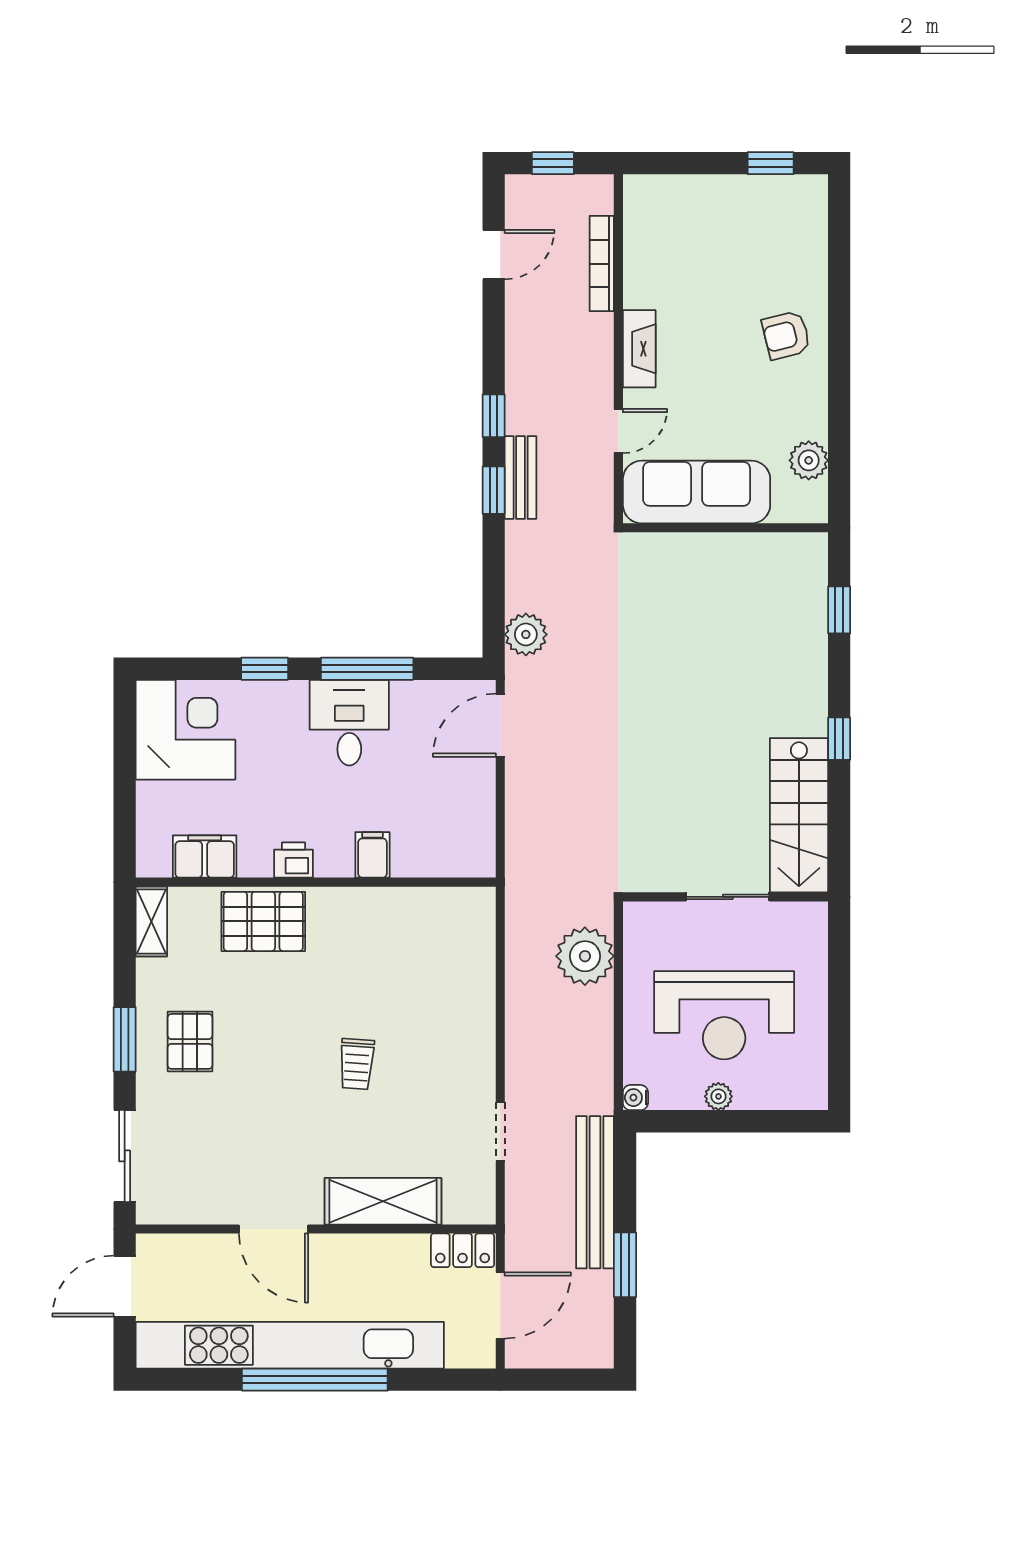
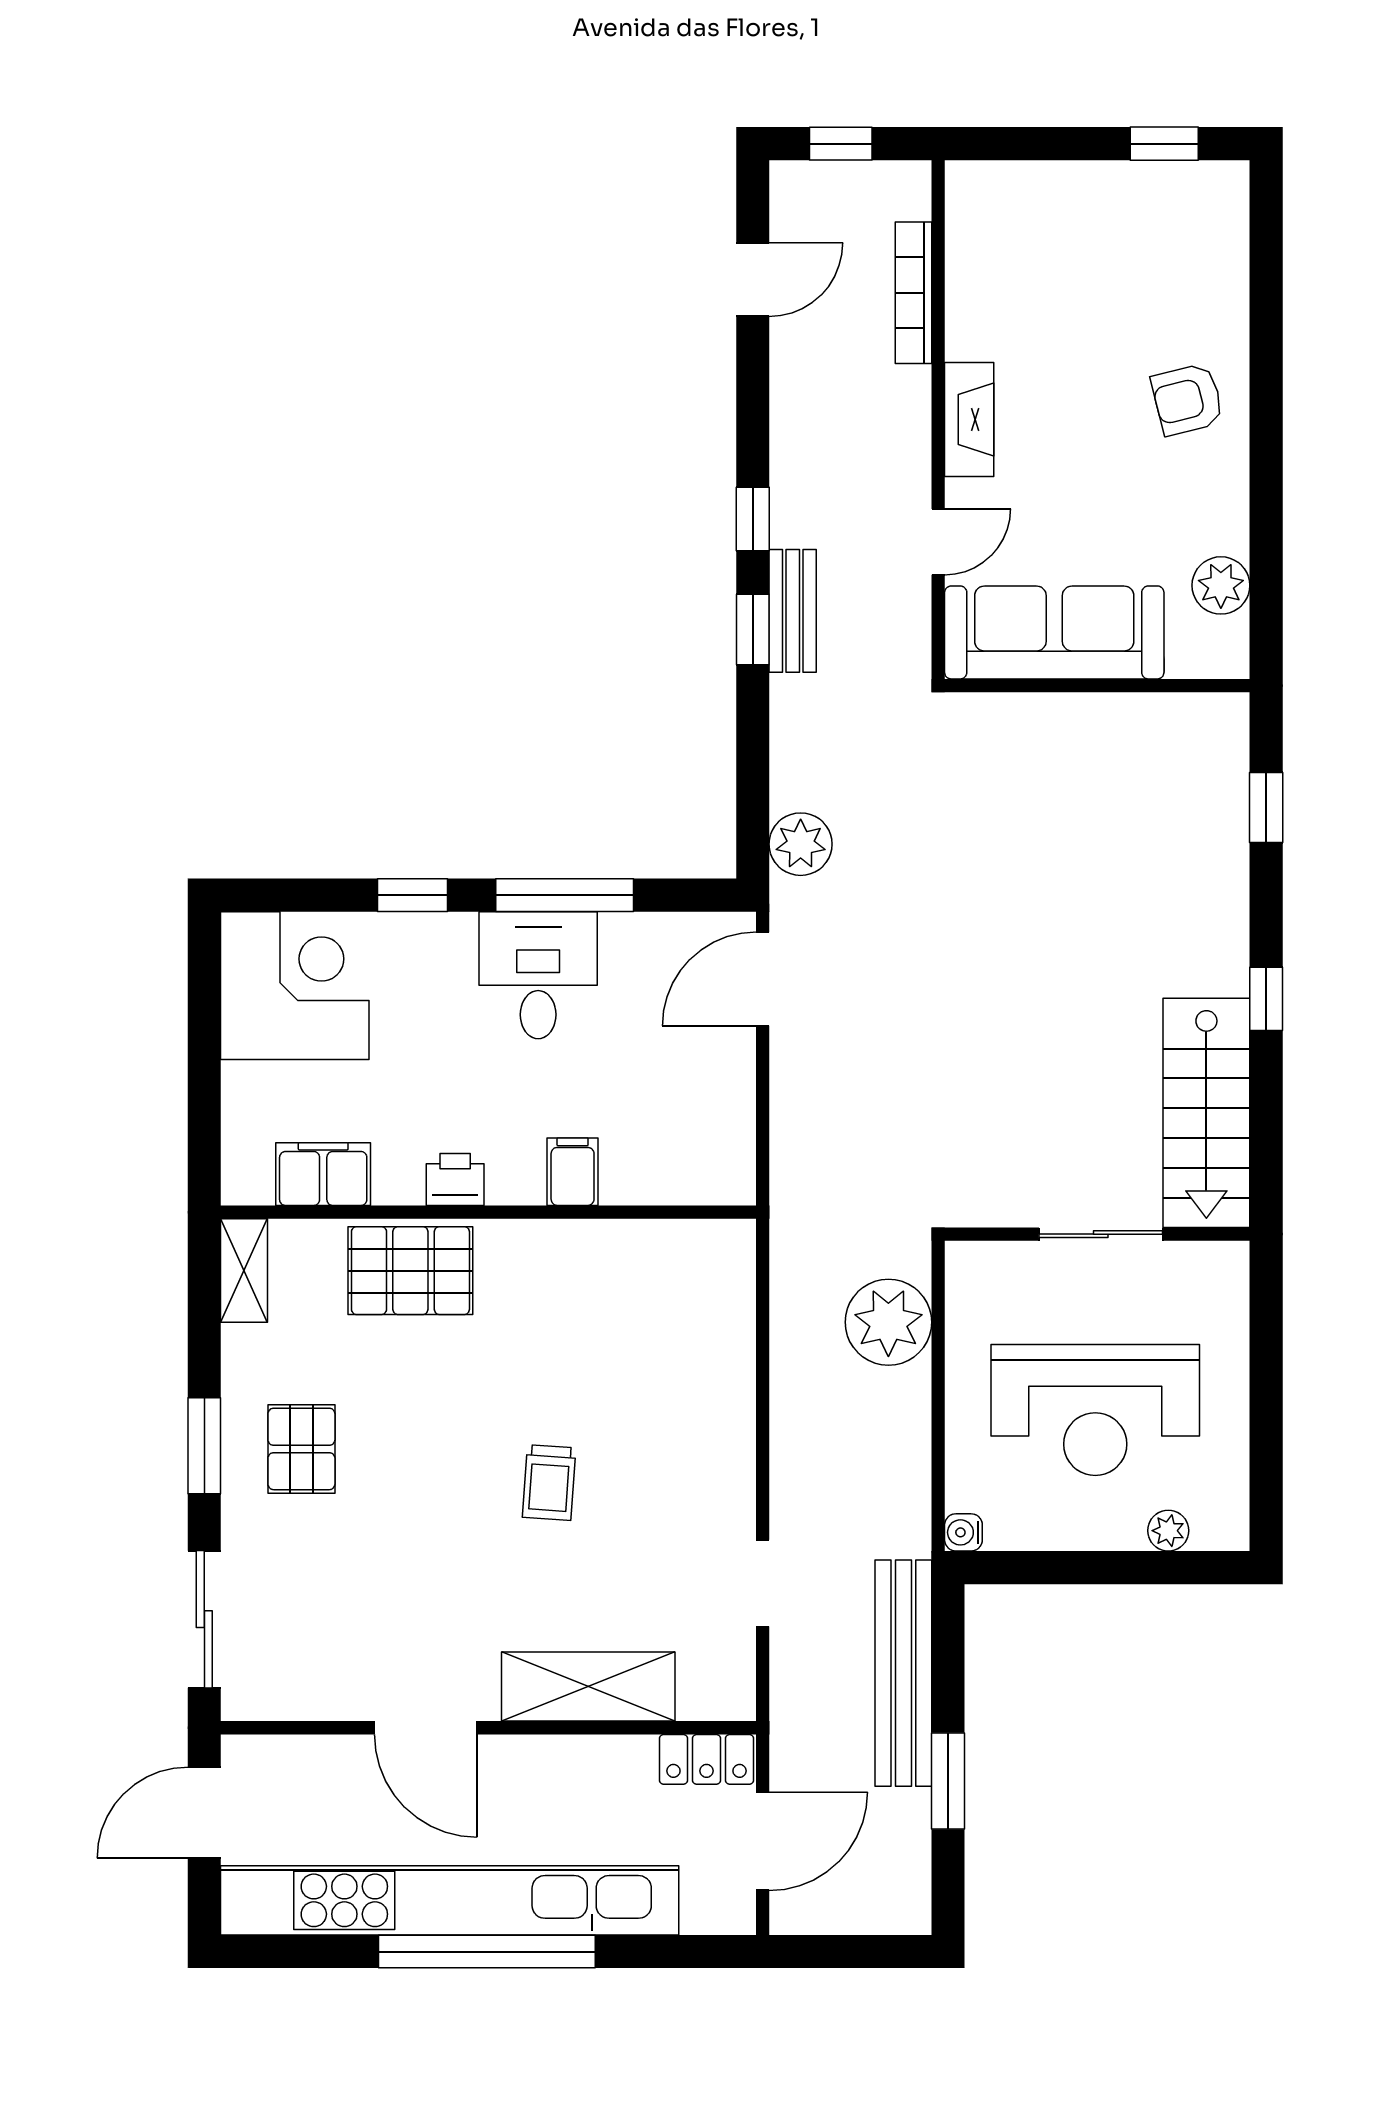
plant: (718, 1096) -> (1168, 1531), moved

